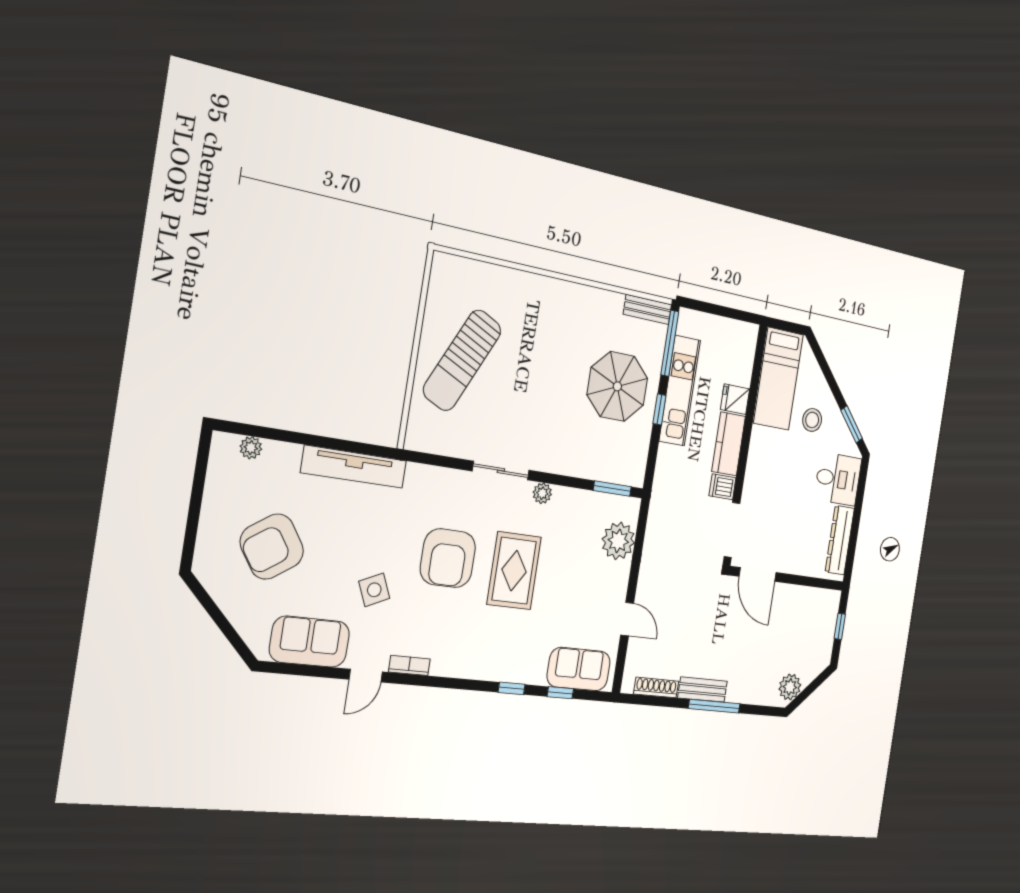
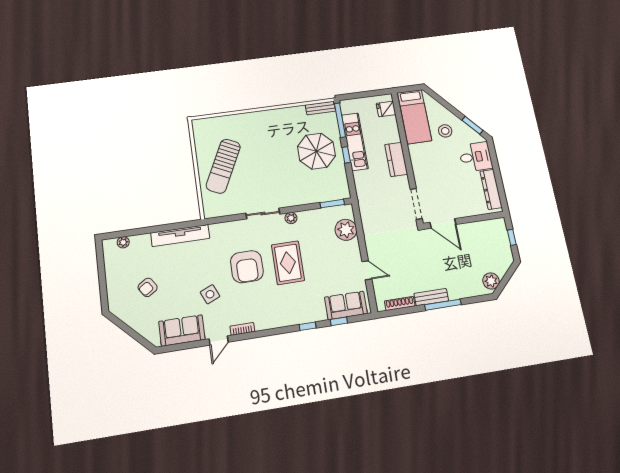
fridge: (735, 399) -> (386, 109), moved
dishwasher: (722, 487) -> (401, 183), removed
armchair: (272, 547) -> (148, 287), width x0.53, depth x0.53

